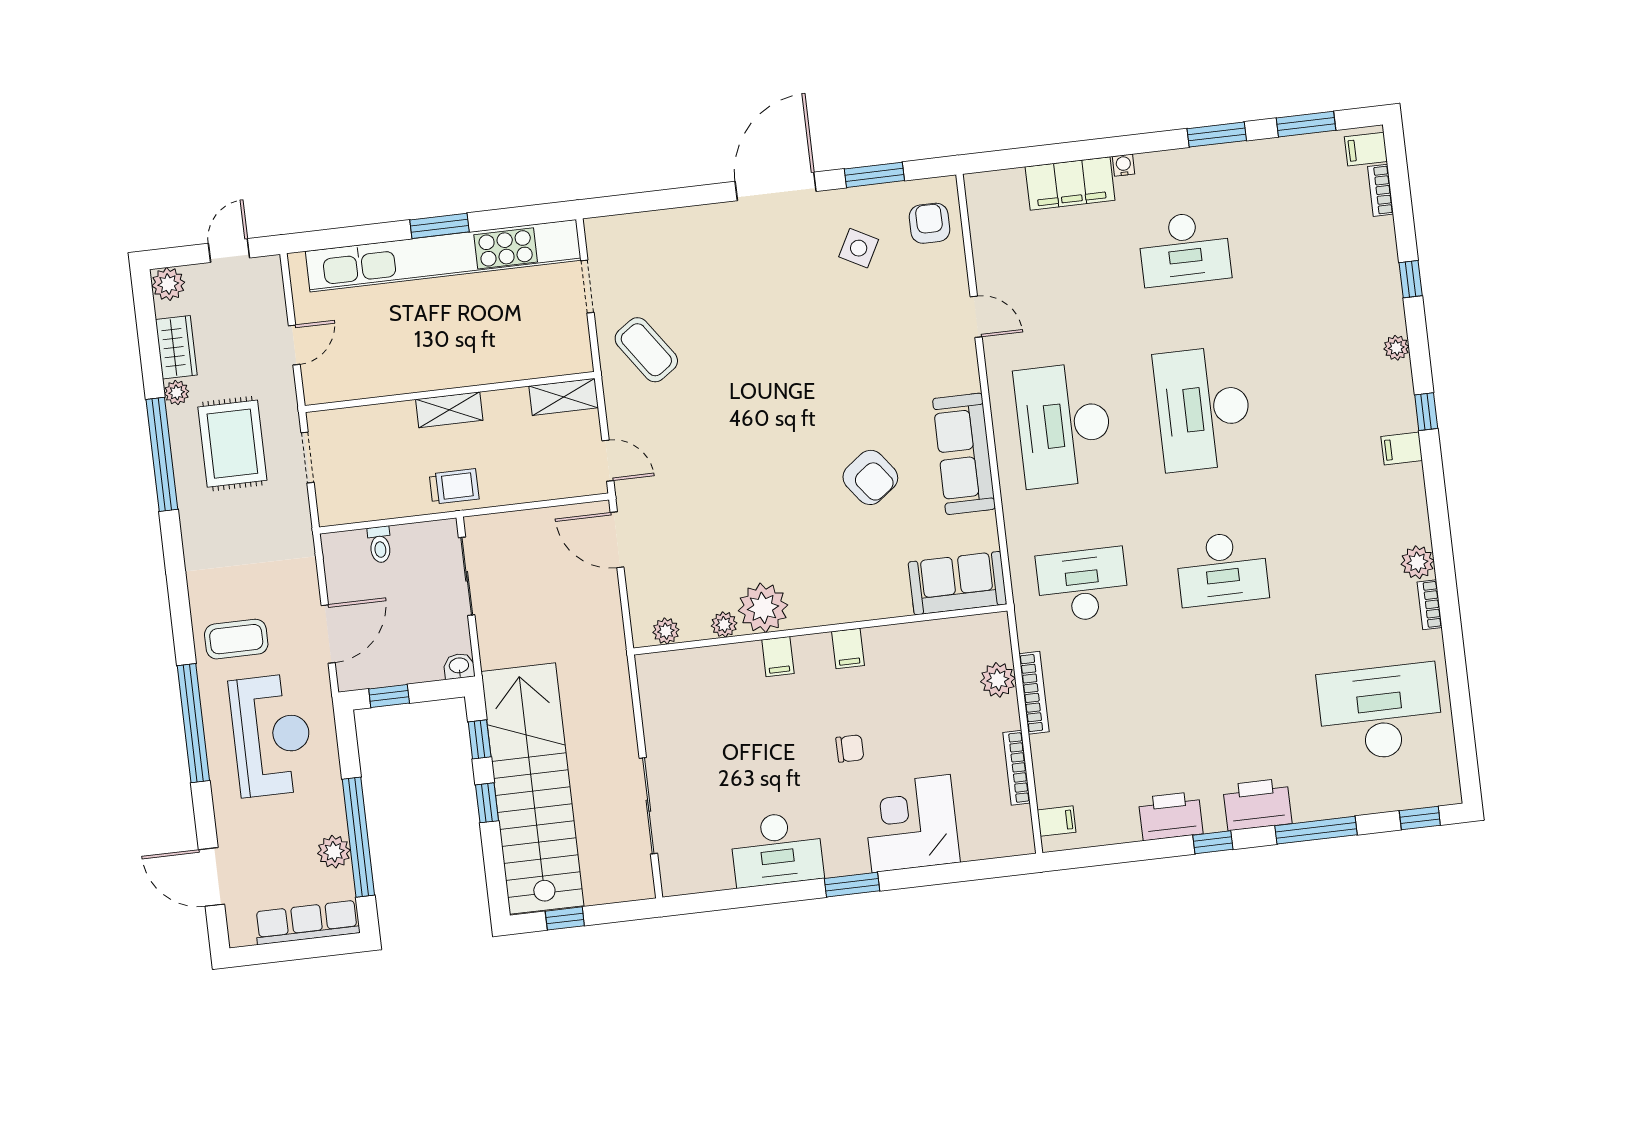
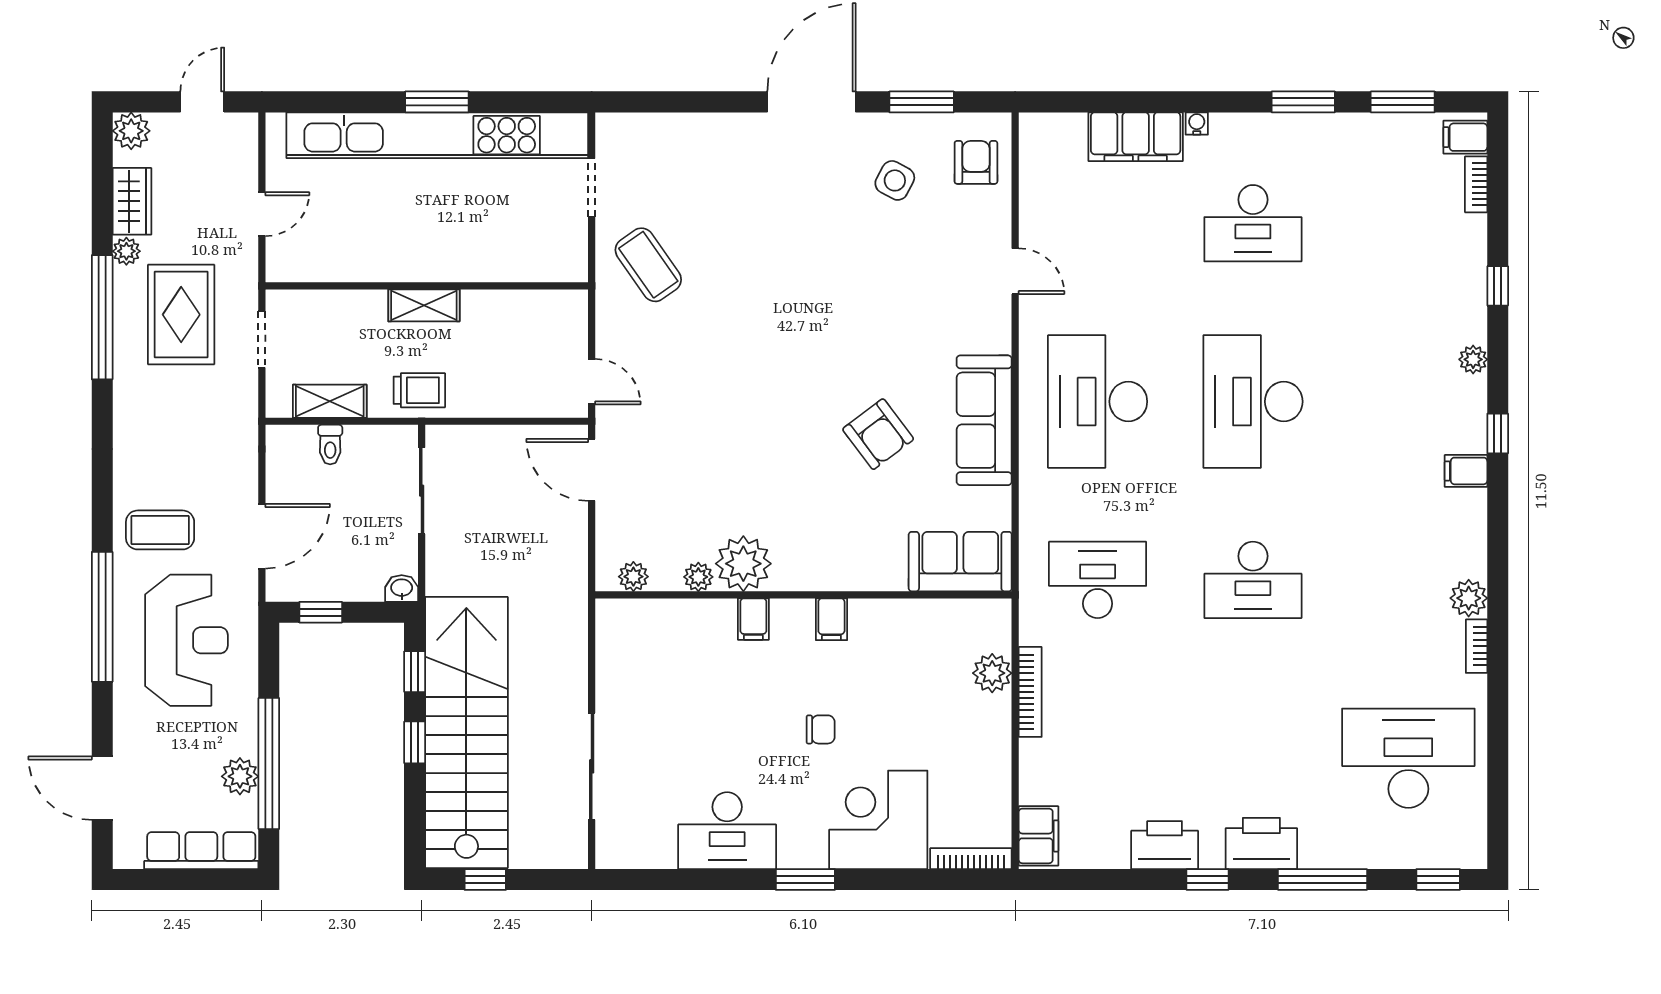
shelving: (564, 397) -> (330, 401), moved
bookcase: (1016, 768) -> (971, 859), moved, turned 90
filing cabinet: (1057, 821) -> (1038, 836), width x2.00

